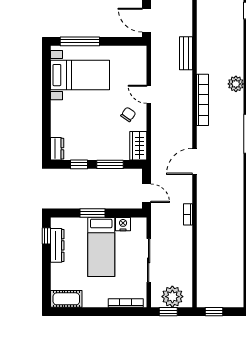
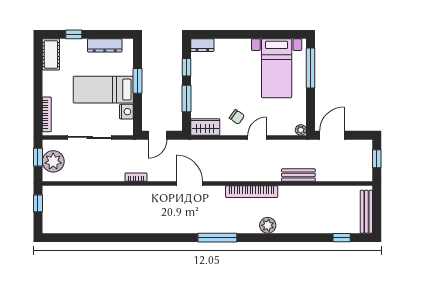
plant: (141, 51) -> (301, 130), added
window: (46, 236) -> (74, 34), moved

